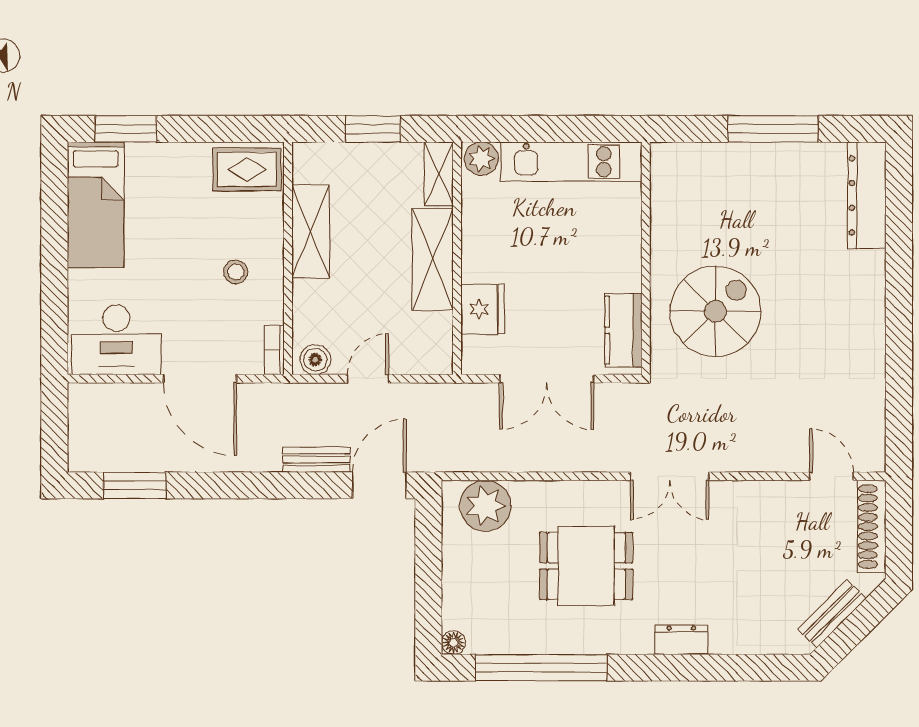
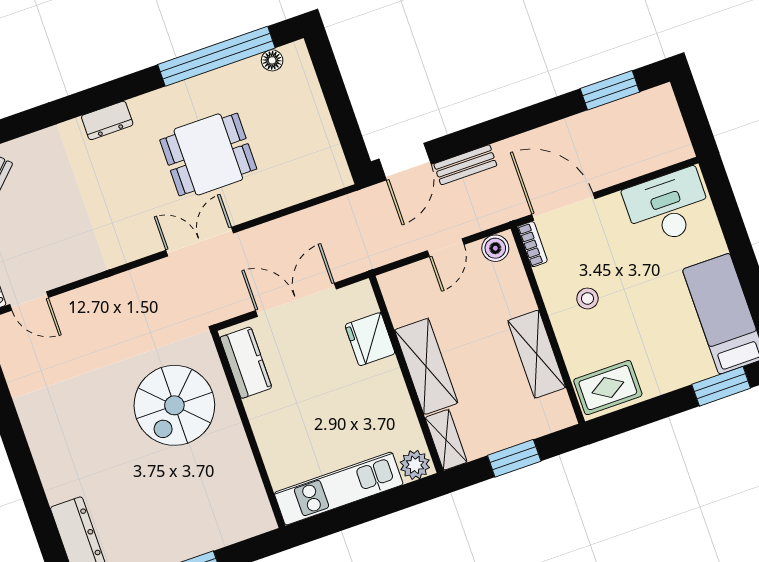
door: (200, 379) -> (563, 207), moved
double door: (670, 476) -> (200, 242), moved
plant: (485, 506) -> (310, 175), removed
floor lamp: (453, 643) -> (272, 60), moved

